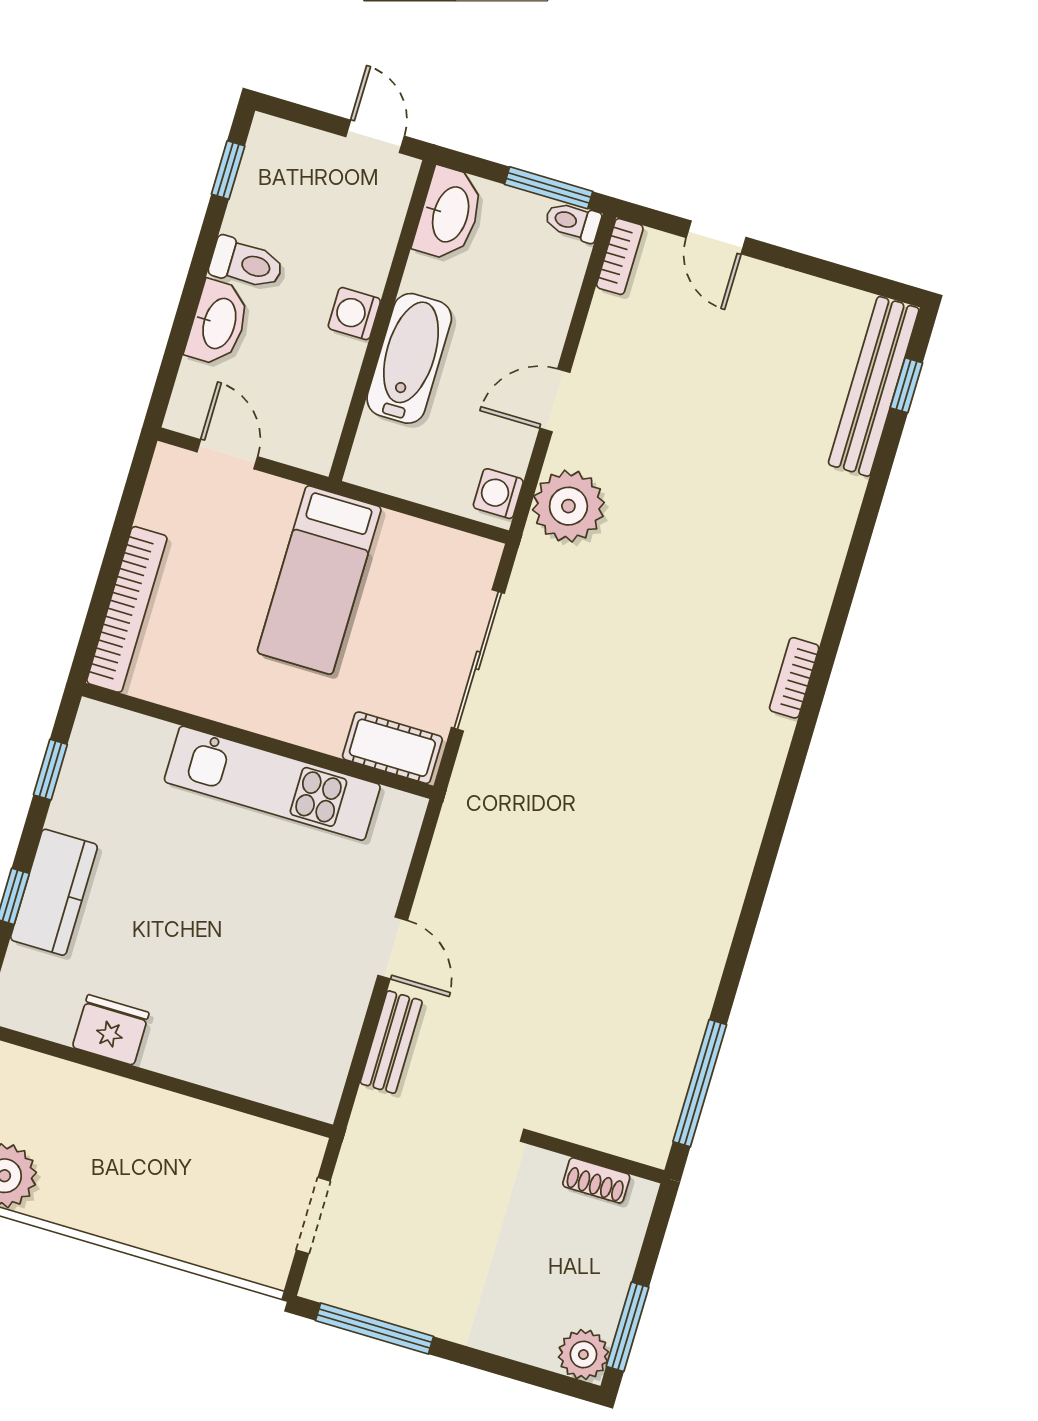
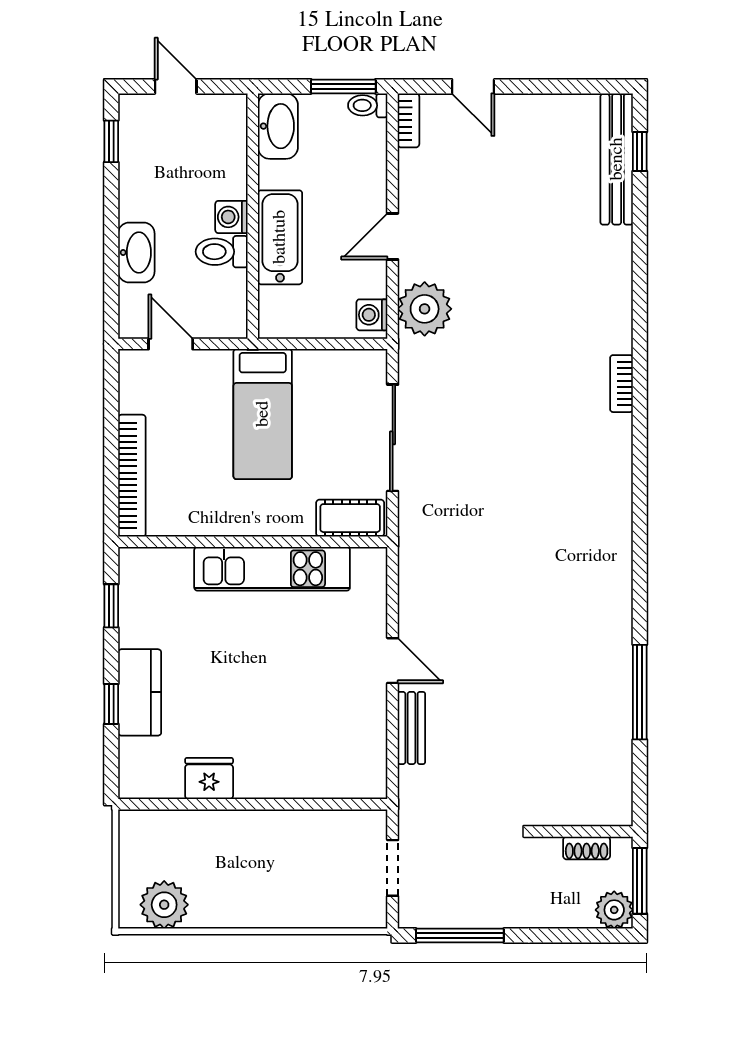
door: (375, 136) -> (176, 86), moved
toilet: (246, 263) -> (222, 252), moved, turned 180
wall: (599, 1158) -> (583, 831), moved
shoe rack: (596, 1180) -> (587, 848), moved

